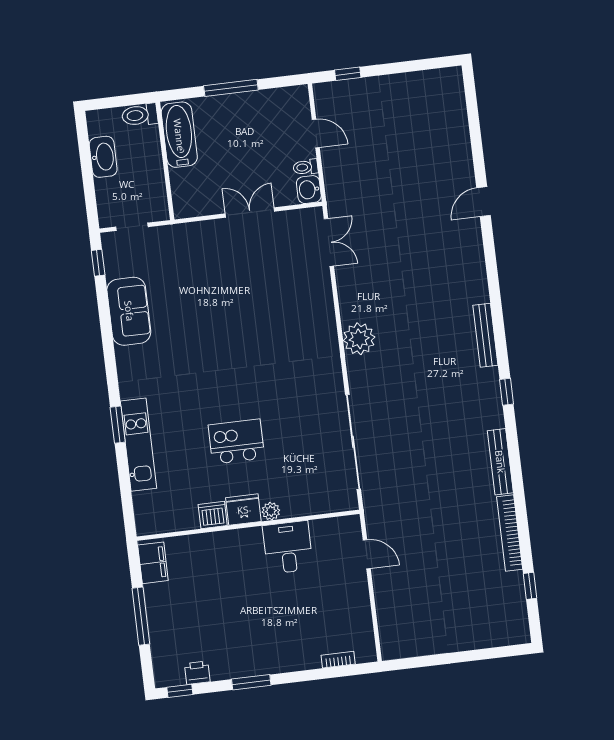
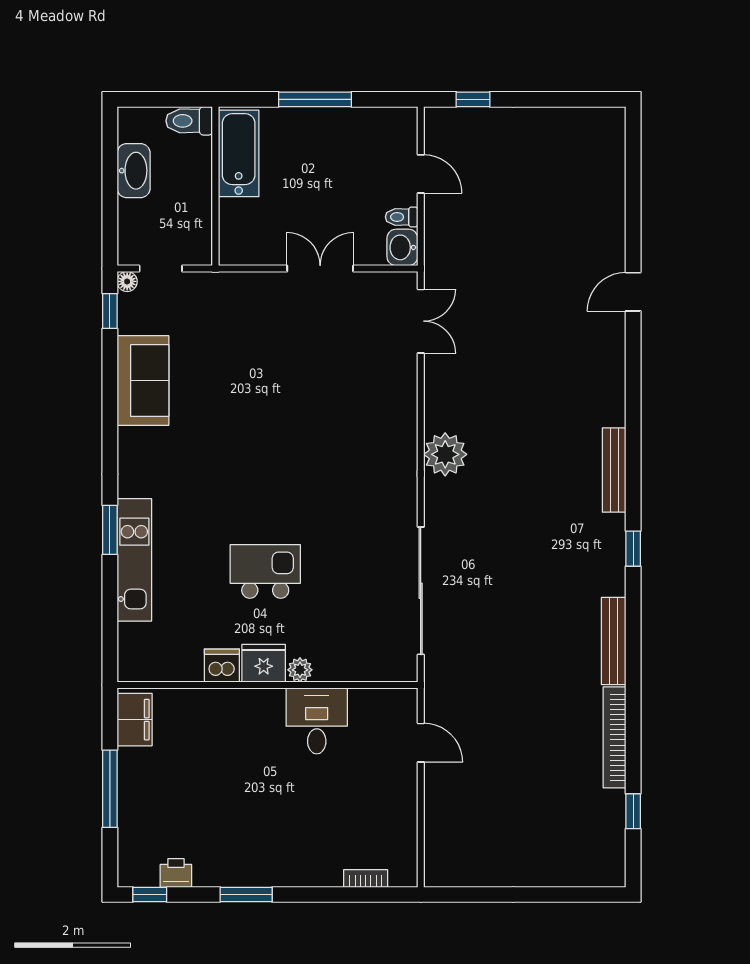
floor lamp: (108, 239) -> (127, 281), added

